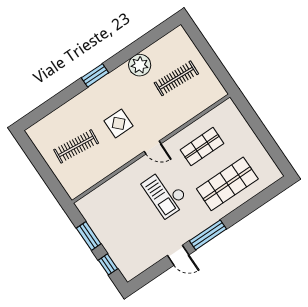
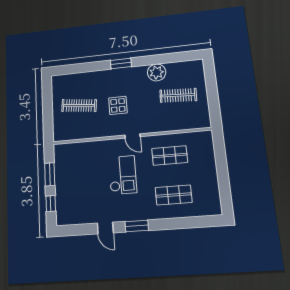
shop shelf: (227, 184) -> (174, 195), width x0.70, depth x0.74
checkout: (165, 193) -> (123, 175), turned 180
window: (208, 235) -> (137, 226), width x0.69

